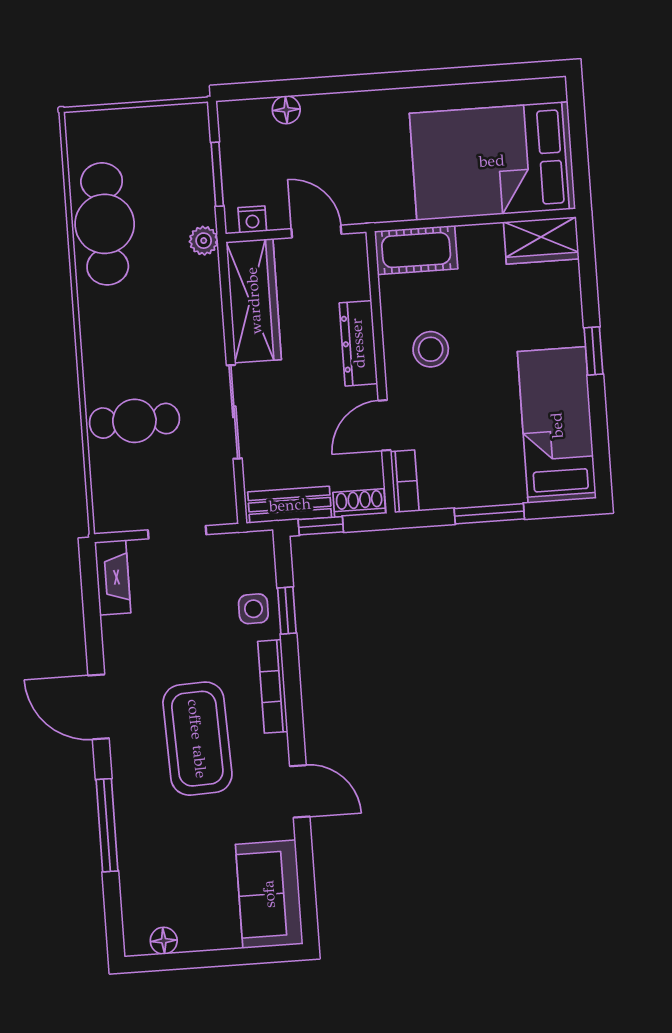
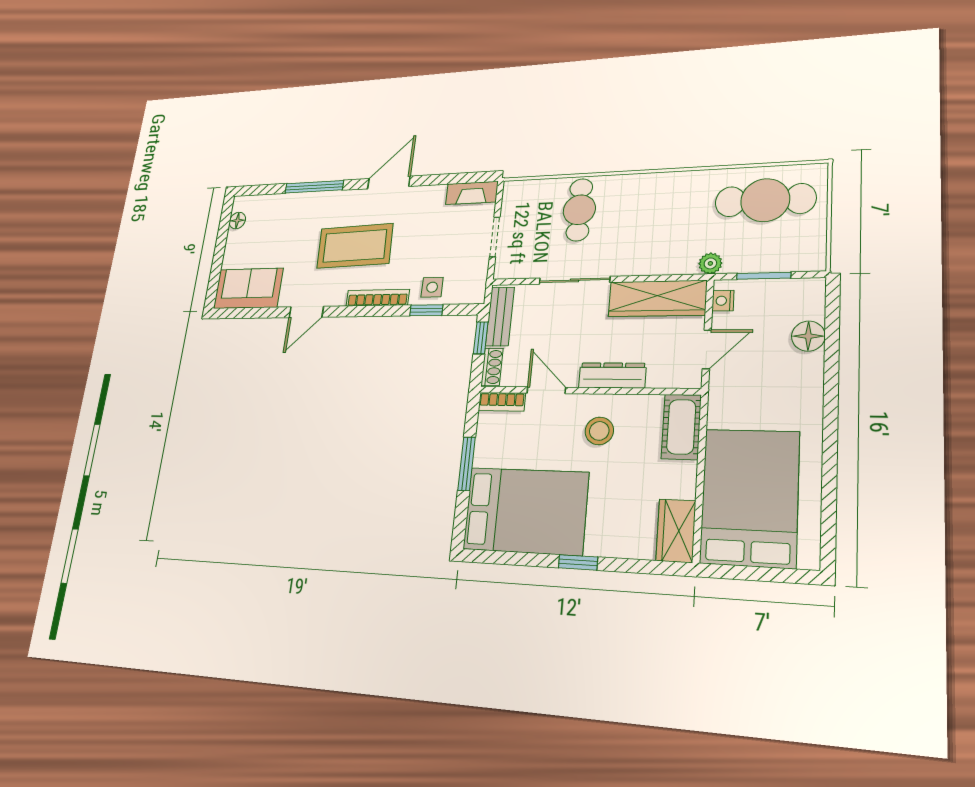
floor lamp: (286, 110) -> (808, 336), width x1.37, depth x1.37
cafe table: (105, 224) -> (765, 200), moved
bed: (557, 425) -> (526, 511), width x1.50

